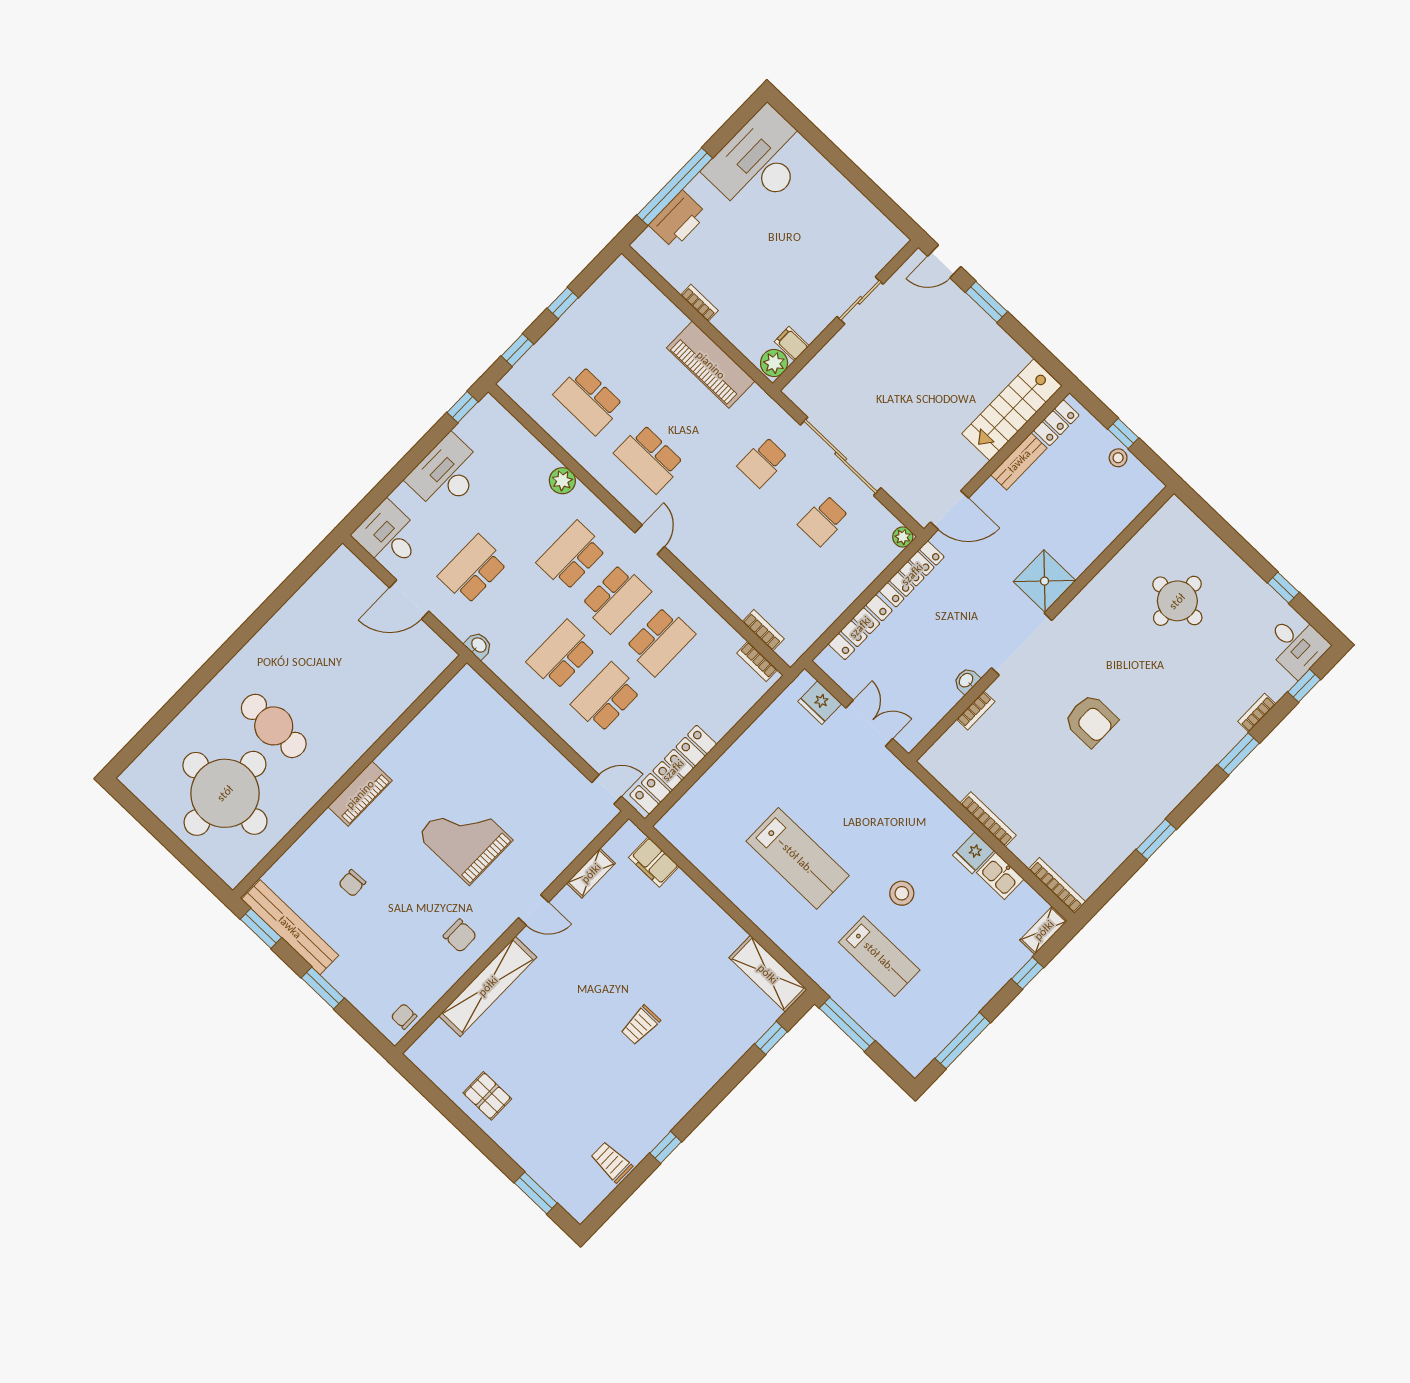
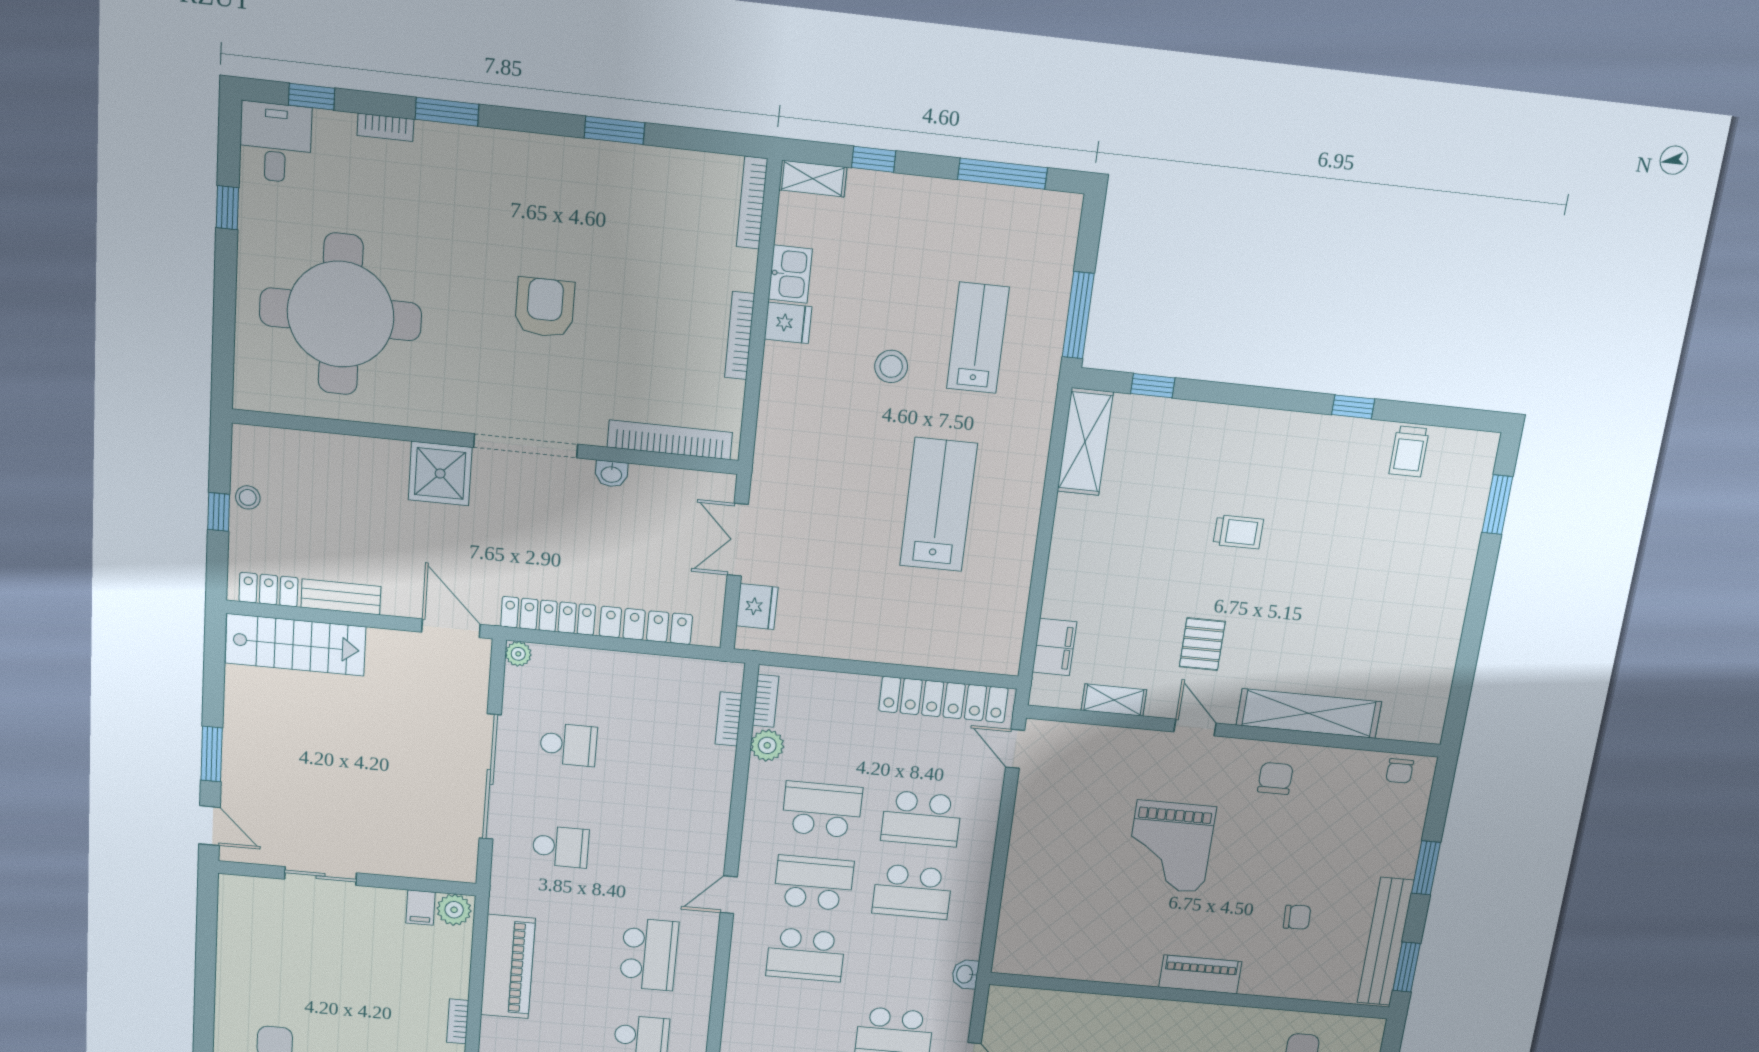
plant: (562, 481) -> (767, 745), moved
round table: (1177, 601) -> (341, 314), width x1.86, depth x1.86
bookcase: (976, 710) -> (670, 440), width x2.31, depth x1.31
pallet: (487, 1096) -> (1202, 644), moved

